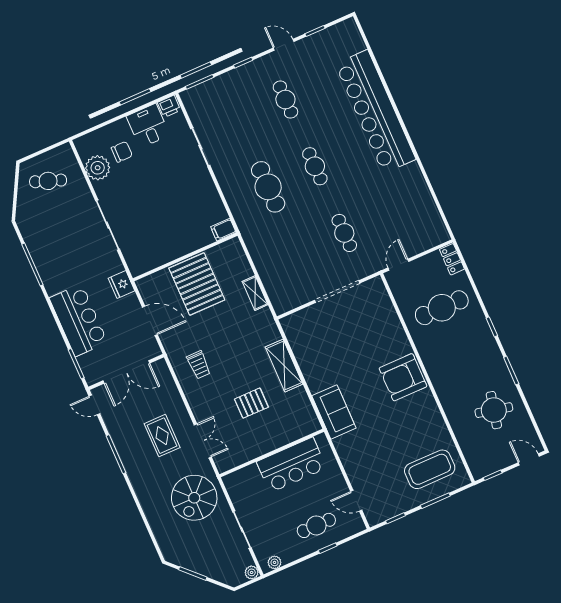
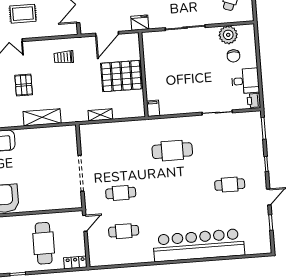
cafe table: (315, 166) -> (124, 231), moved
door: (398, 265) -> (85, 223), hinge flipped

